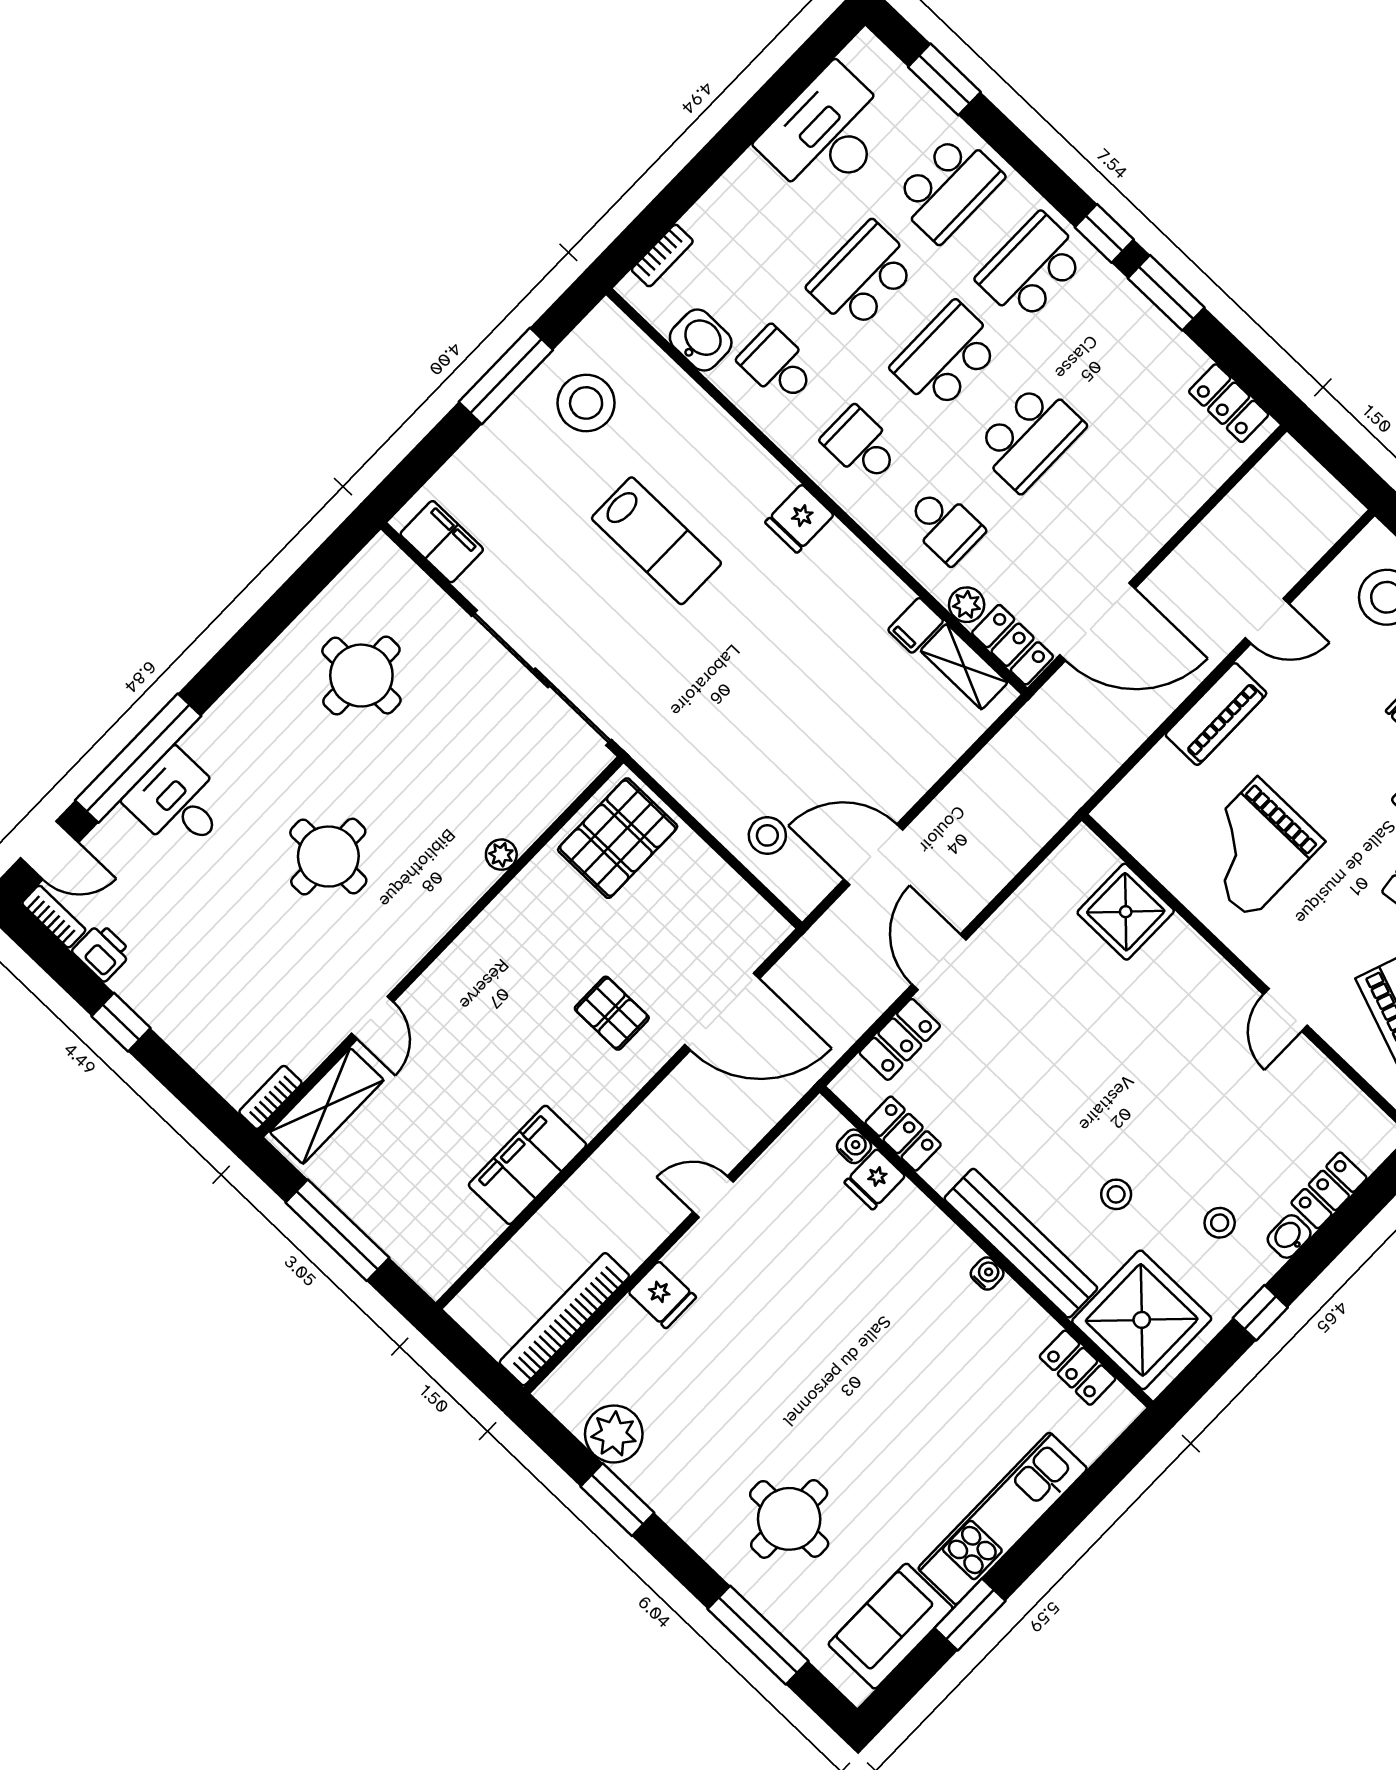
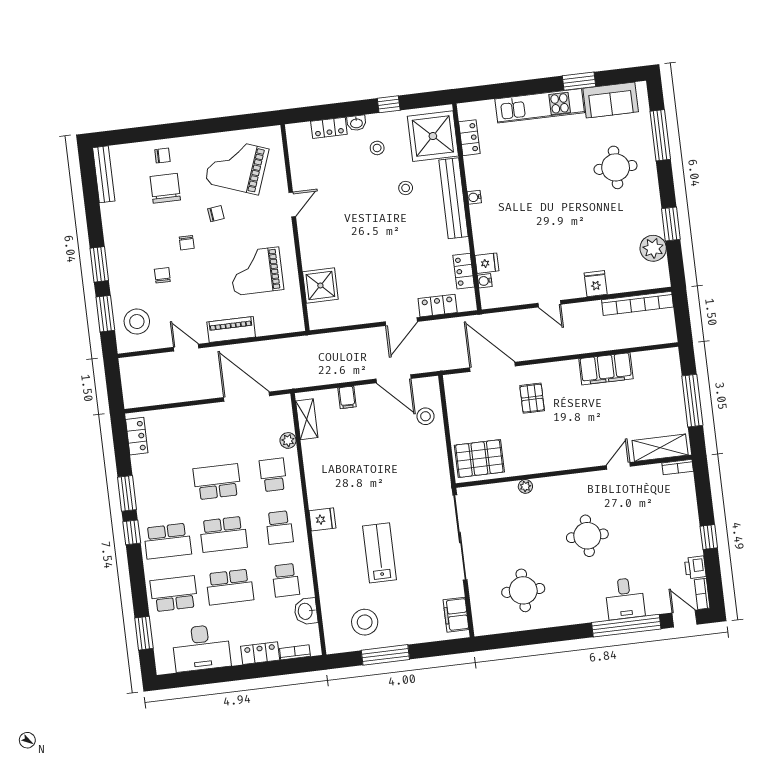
filing cabinet: (916, 625) -> (347, 397), moved, turned 90
locker: (1013, 645) -> (260, 653), moved, turned 90
grand piano: (1254, 848) -> (257, 271), turned 180

